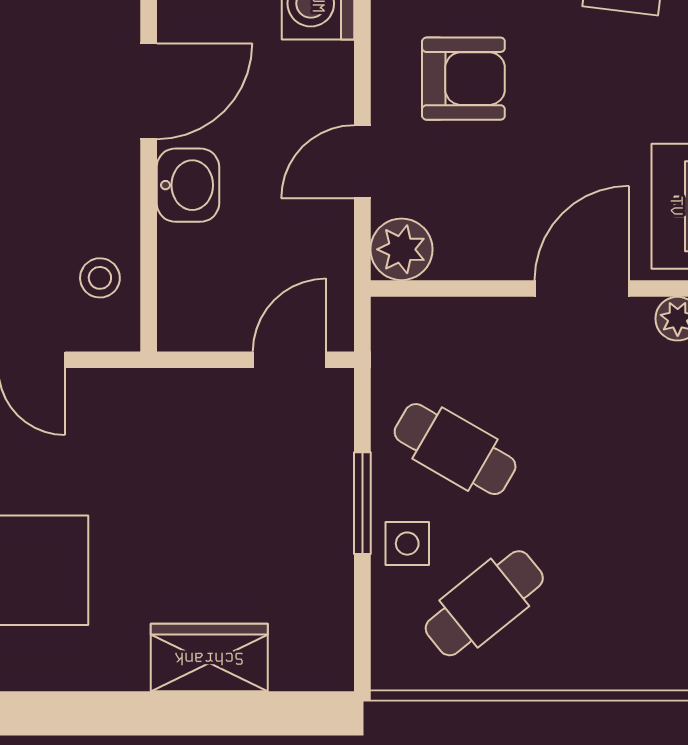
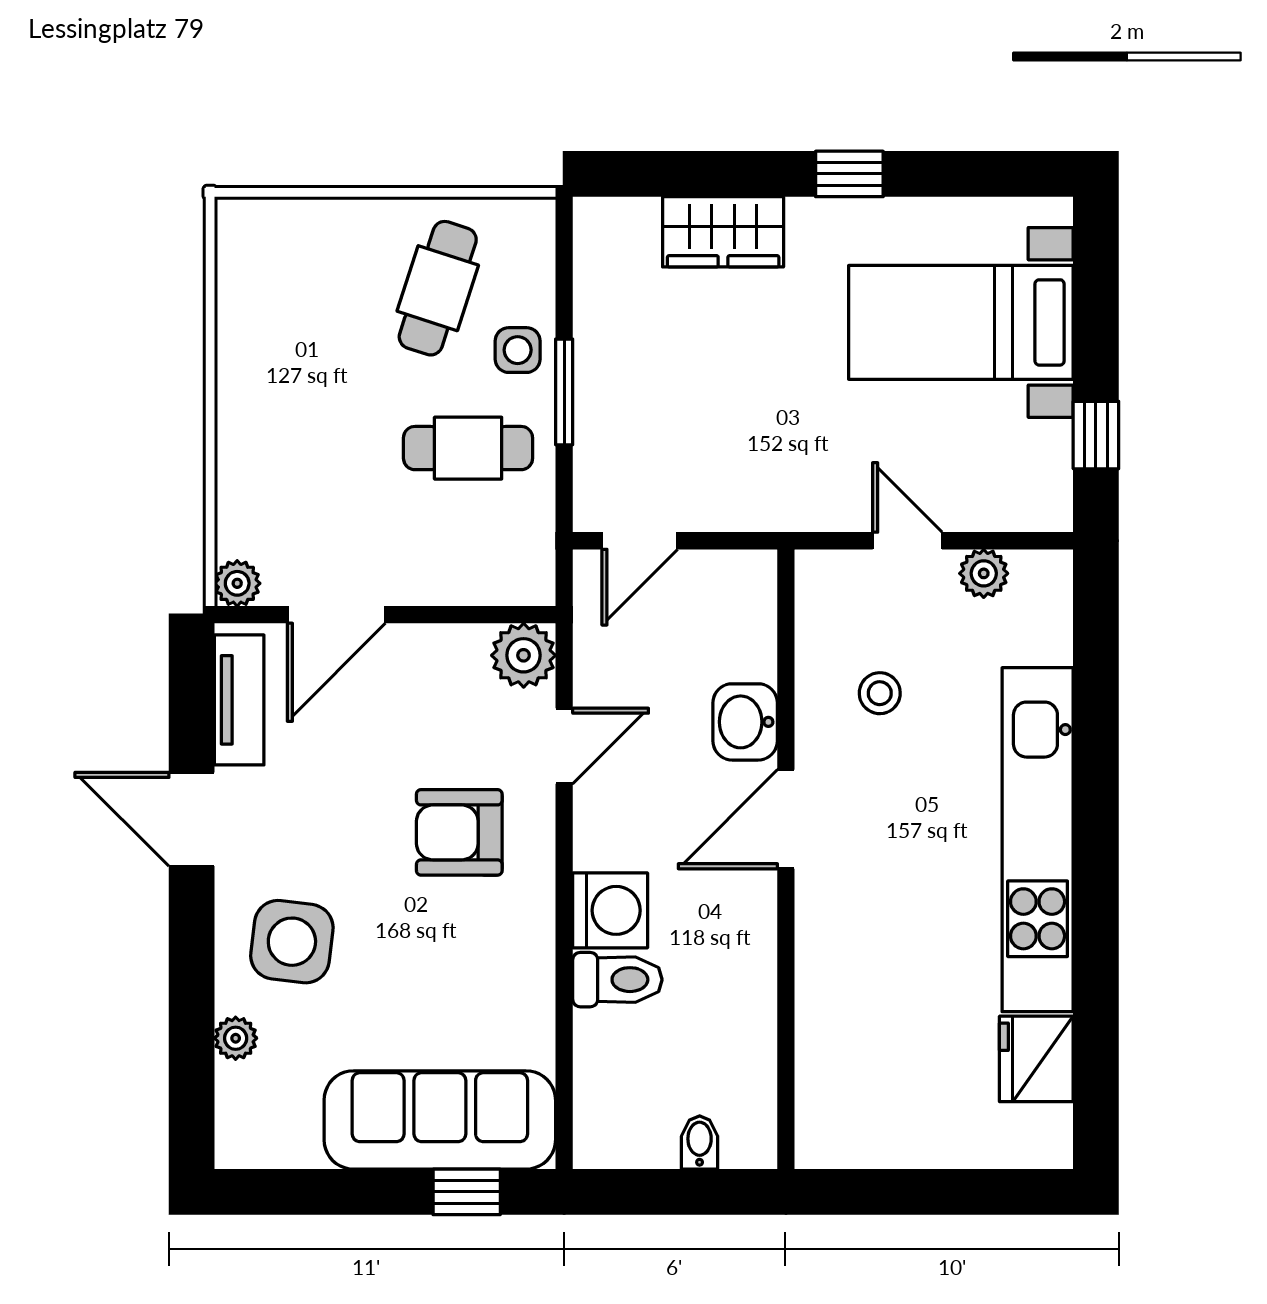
stool: (100, 278) -> (880, 693), moved
cafe table: (455, 449) -> (468, 448), turned -30
cafe table: (484, 603) -> (438, 288), turned -33
window: (87, 713) -> (849, 174), added

